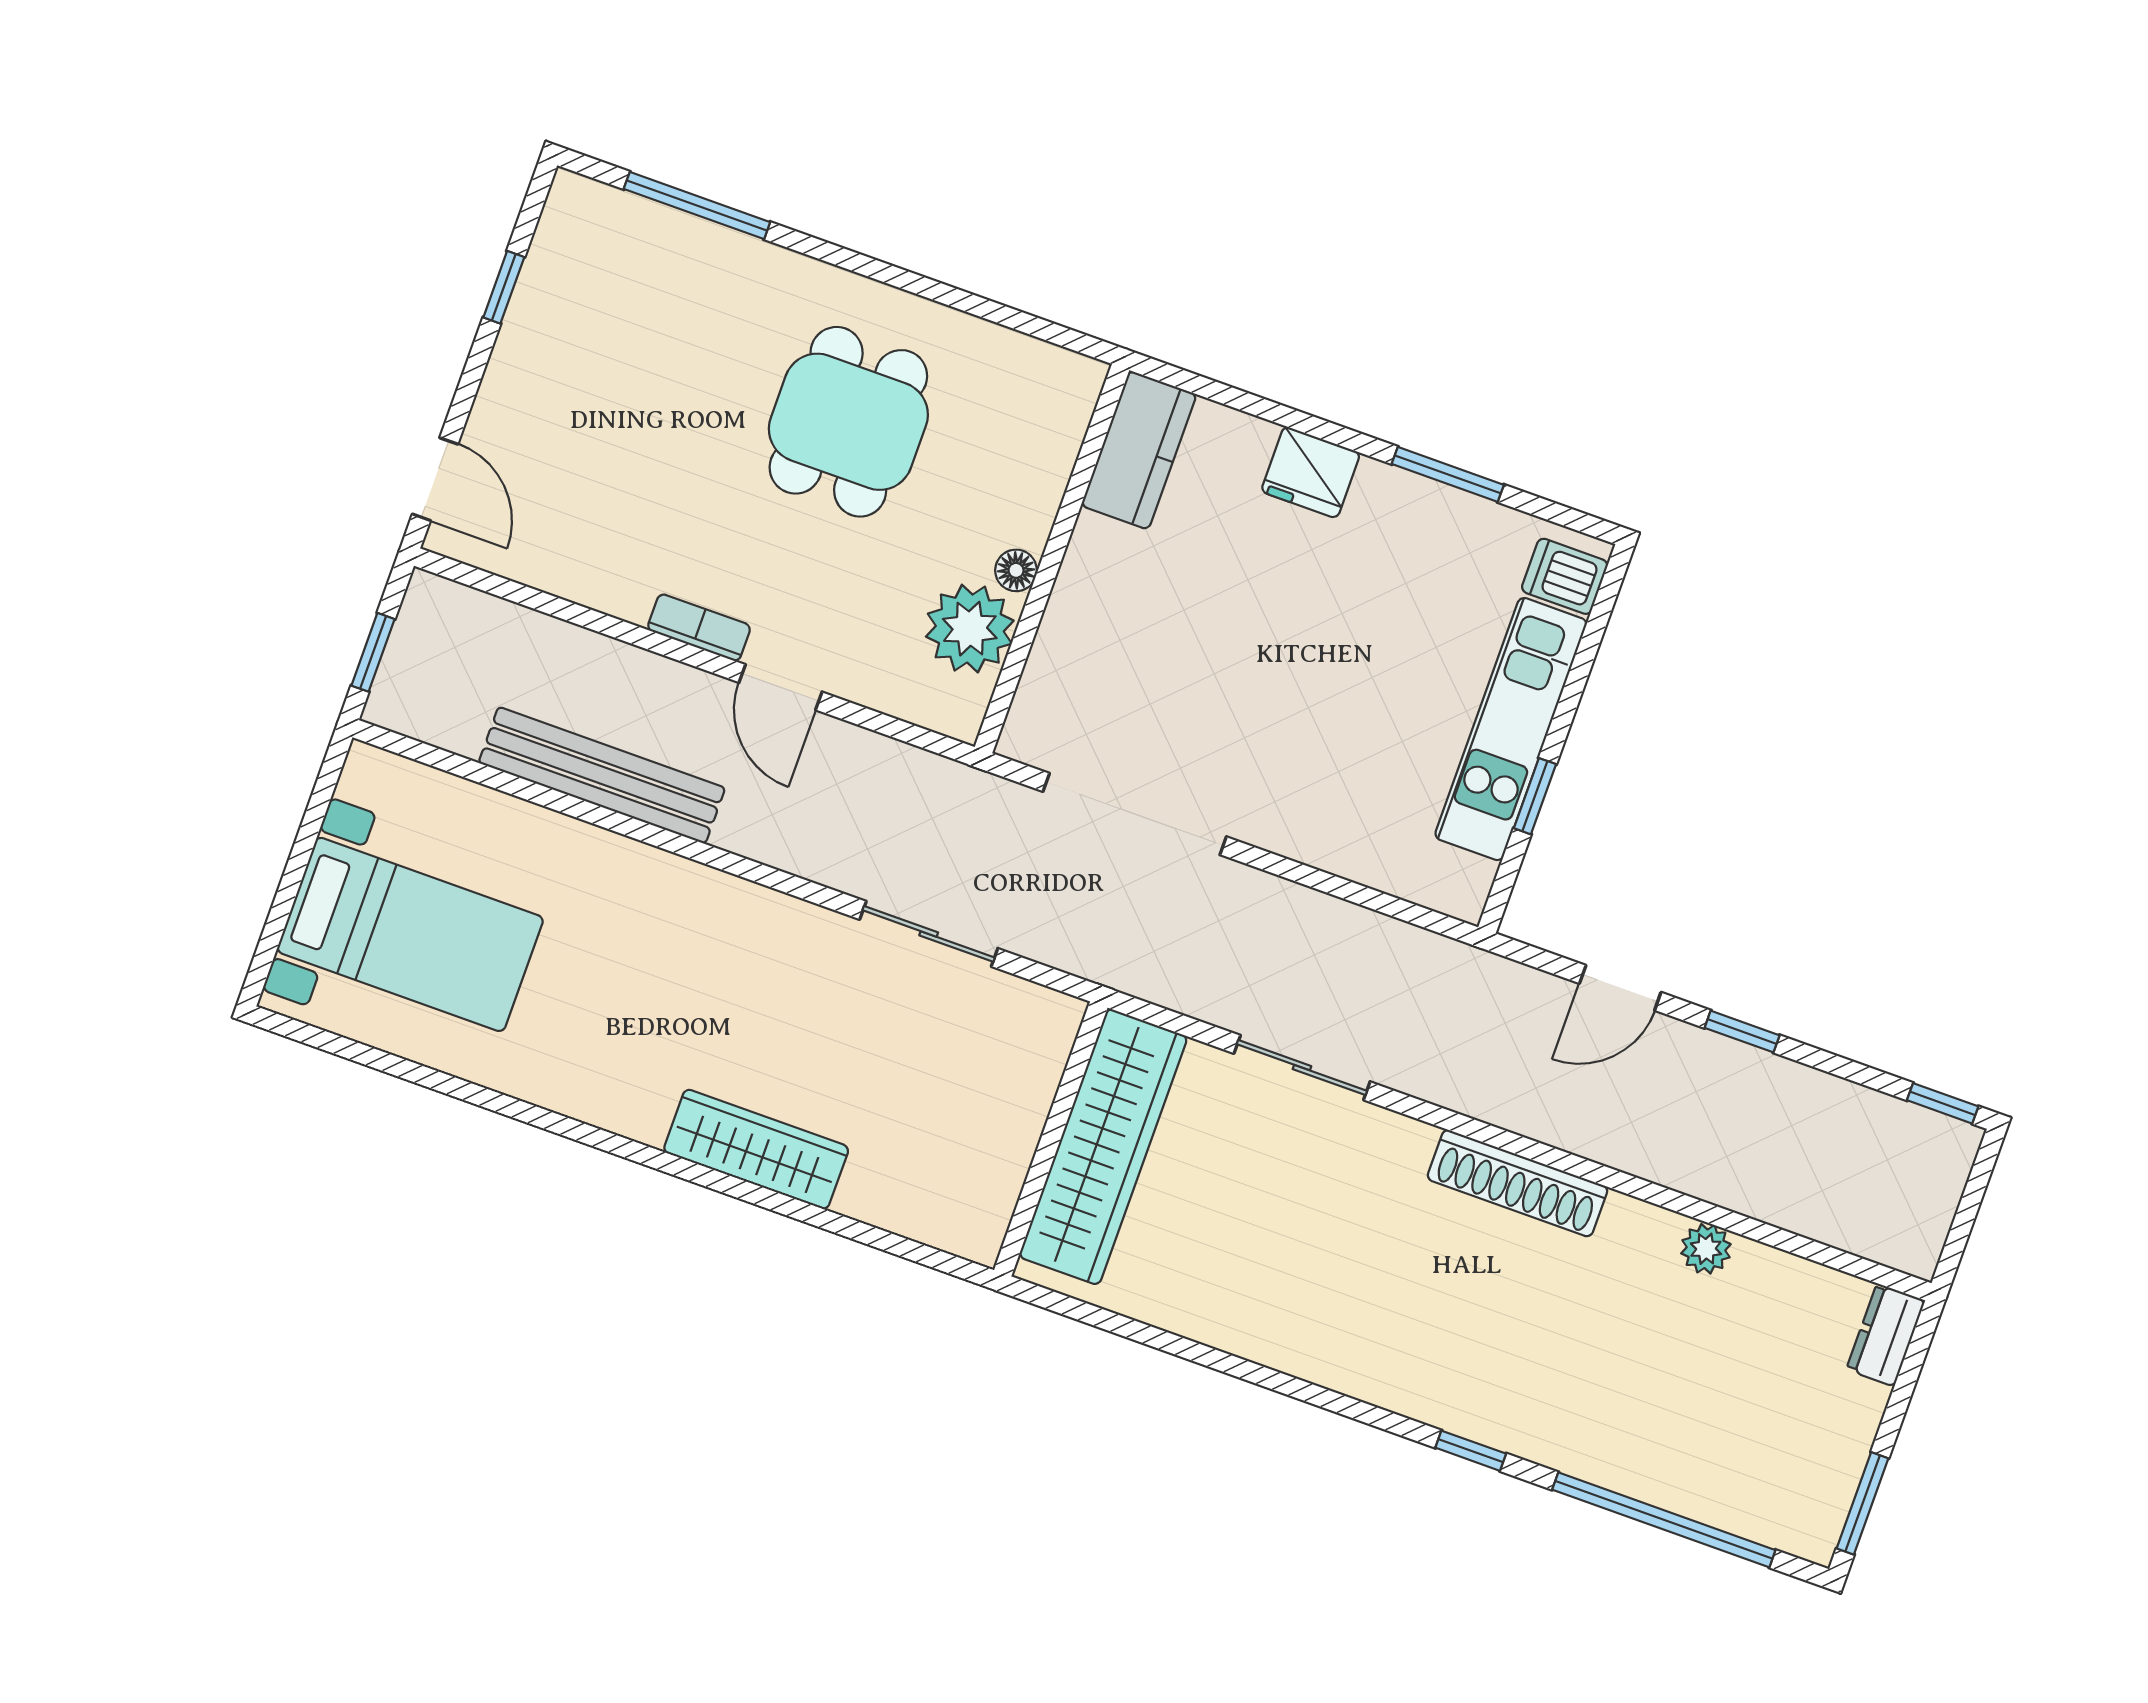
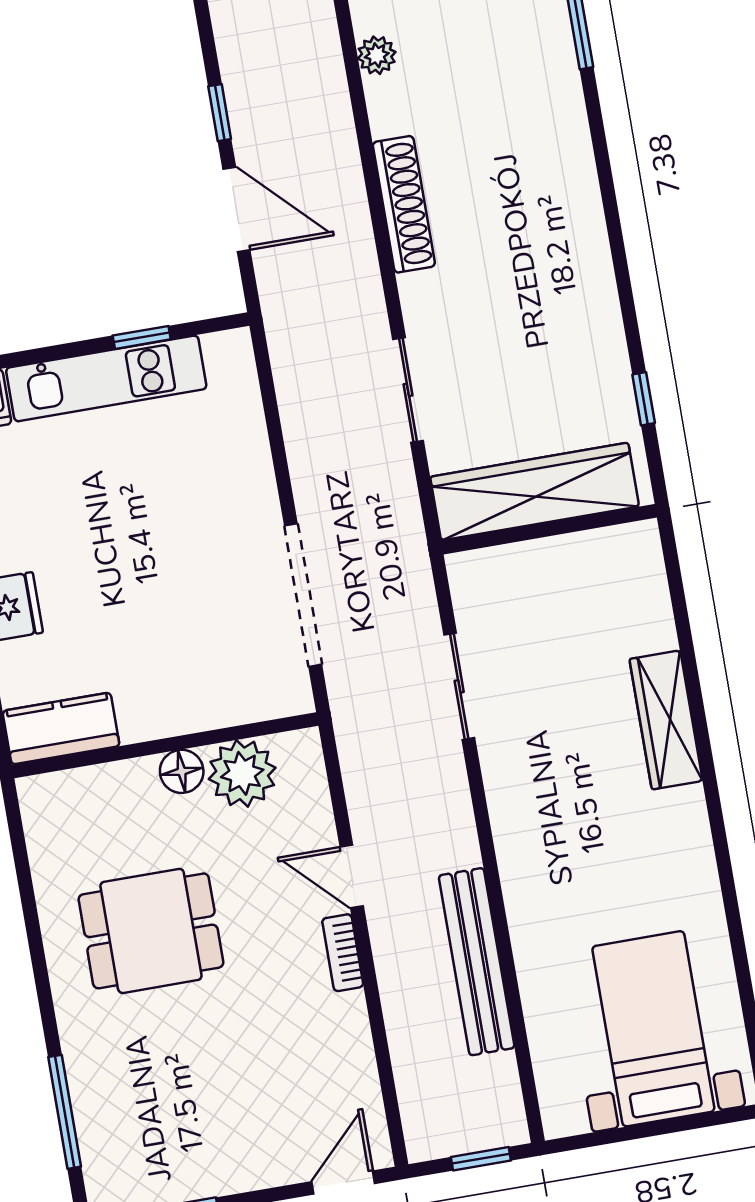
floor lamp: (1016, 570) -> (182, 771), width x1.37, depth x1.37
door: (780, 687) -> (352, 877), swing flipped
door: (1620, 988) -> (236, 209), width x1.38
window: (1471, 1451) -> (644, 399), moved

